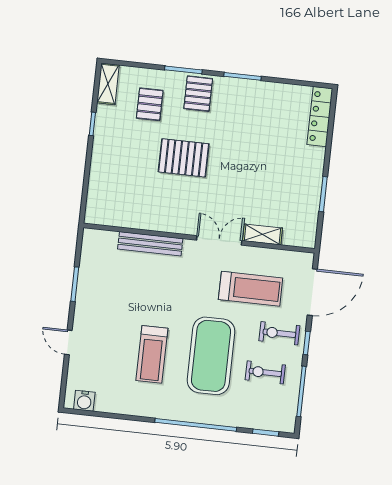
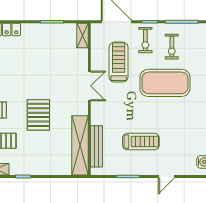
shelving: (130, 216) -> (80, 145), added
shelving: (263, 234) -> (82, 36), moved
double door: (219, 240) -> (89, 86), swing flipped
bench: (150, 244) -> (97, 146), moved
treadmill: (152, 354) -> (141, 142), moved

